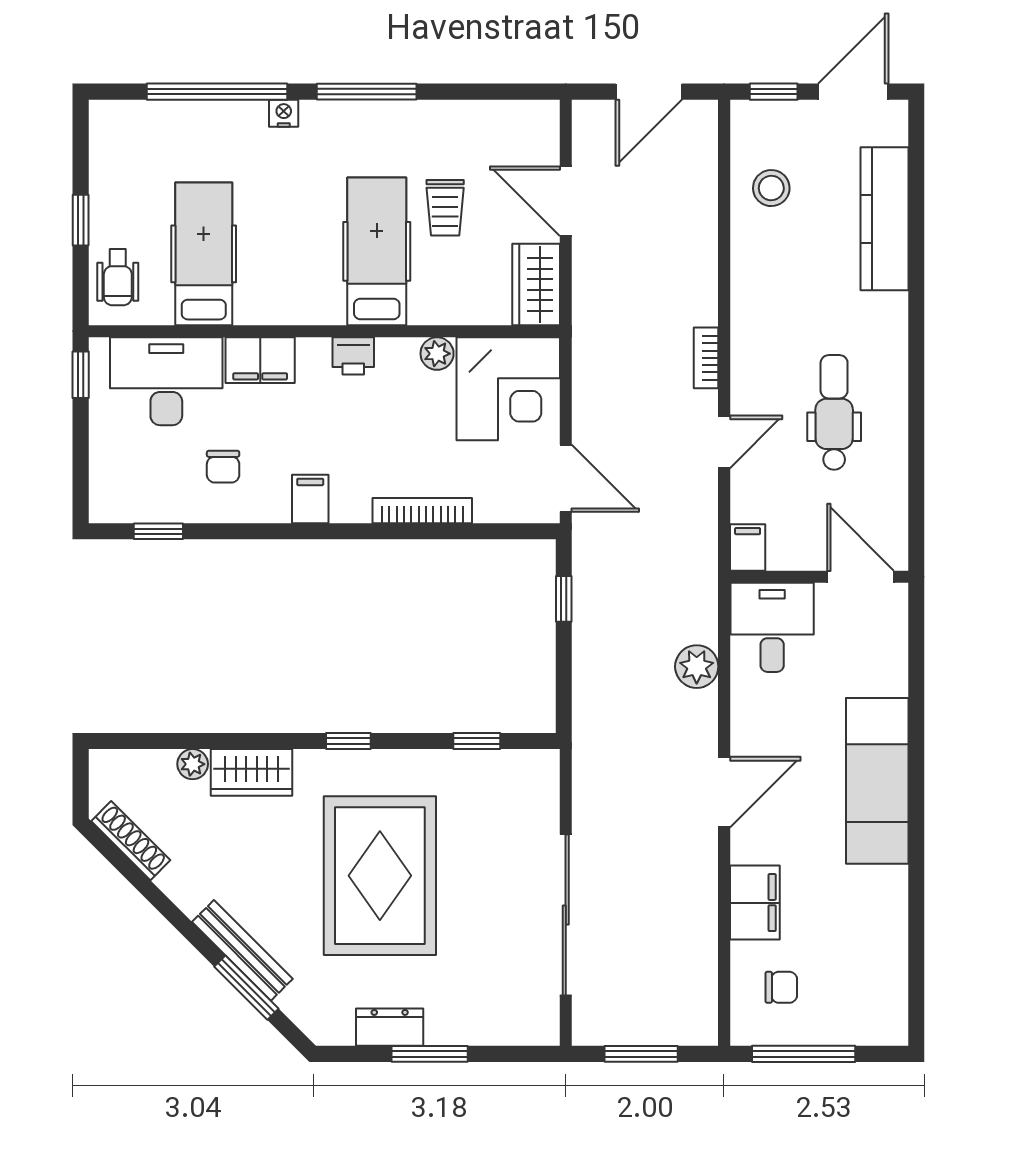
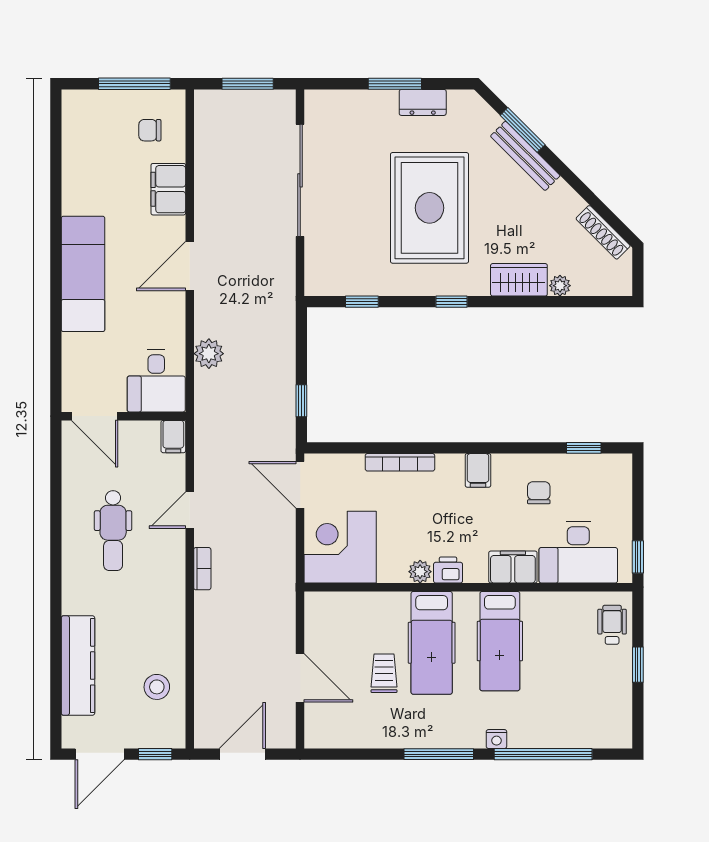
hospital bed: (204, 254) -> (500, 641), moved
wardrobe: (536, 284) -> (321, 620), removed
plant: (437, 354) -> (420, 572), moved

